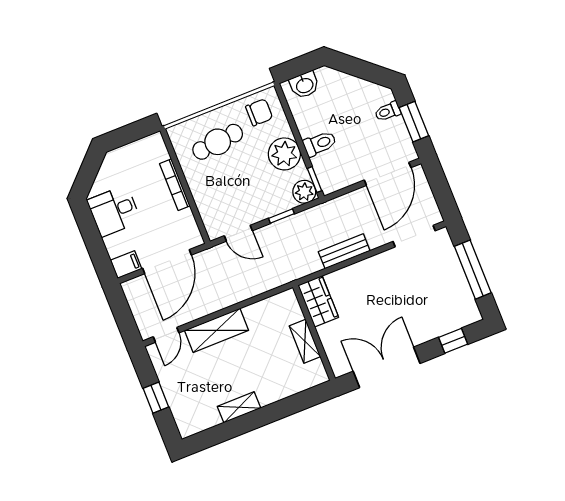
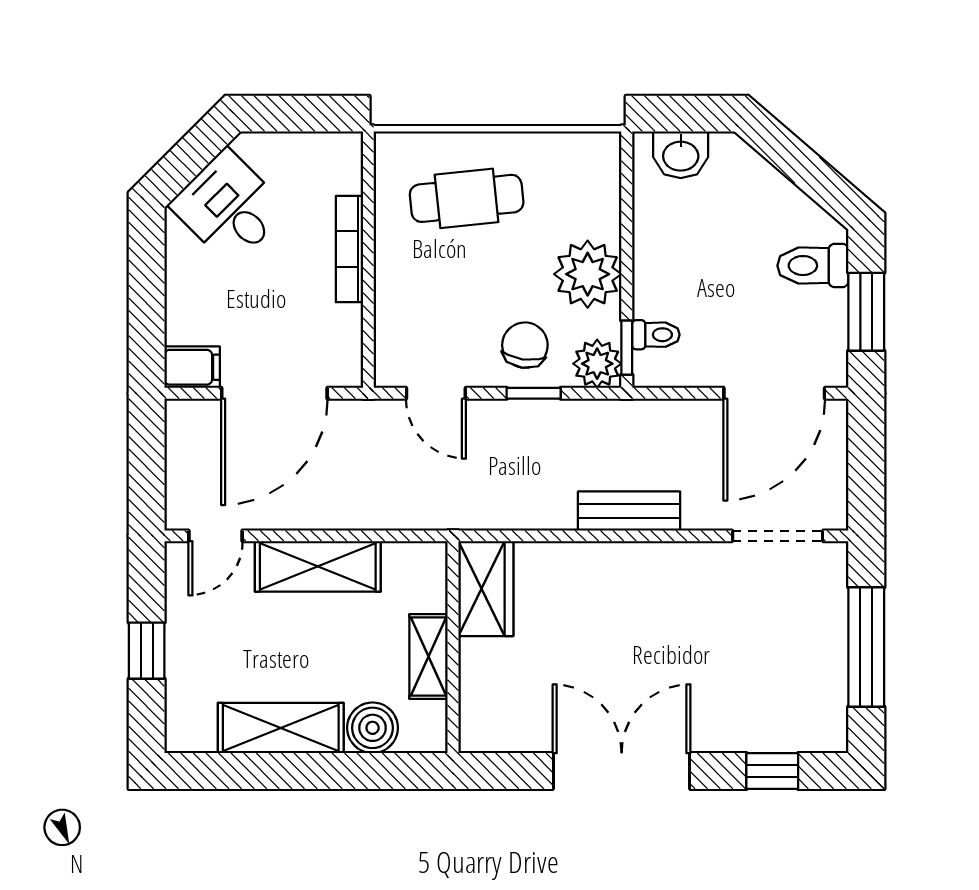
toilet: (388, 111) -> (813, 266), width x1.37, depth x1.39
chair: (259, 112) -> (525, 345), moved, turned -82
toilet: (320, 144) -> (656, 335), moved, width x0.73, depth x0.72
desk: (114, 211) -> (229, 207), moved, turned 45
wardrobe: (318, 301) -> (486, 589), moved
wall: (314, 333) -> (453, 647), moved
shelving: (305, 341) -> (429, 656), moved
boiler: (269, 392) -> (373, 728), added
shelving: (239, 407) -> (281, 728), width x1.50, depth x1.33

